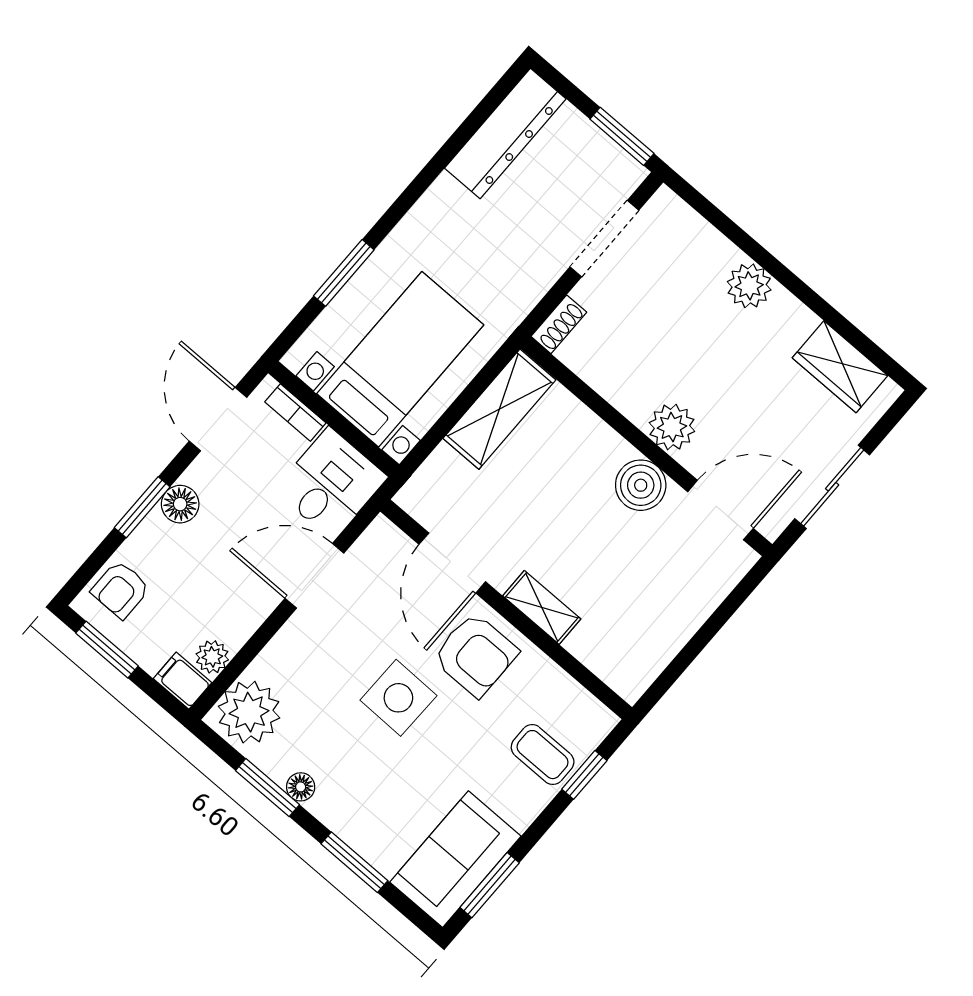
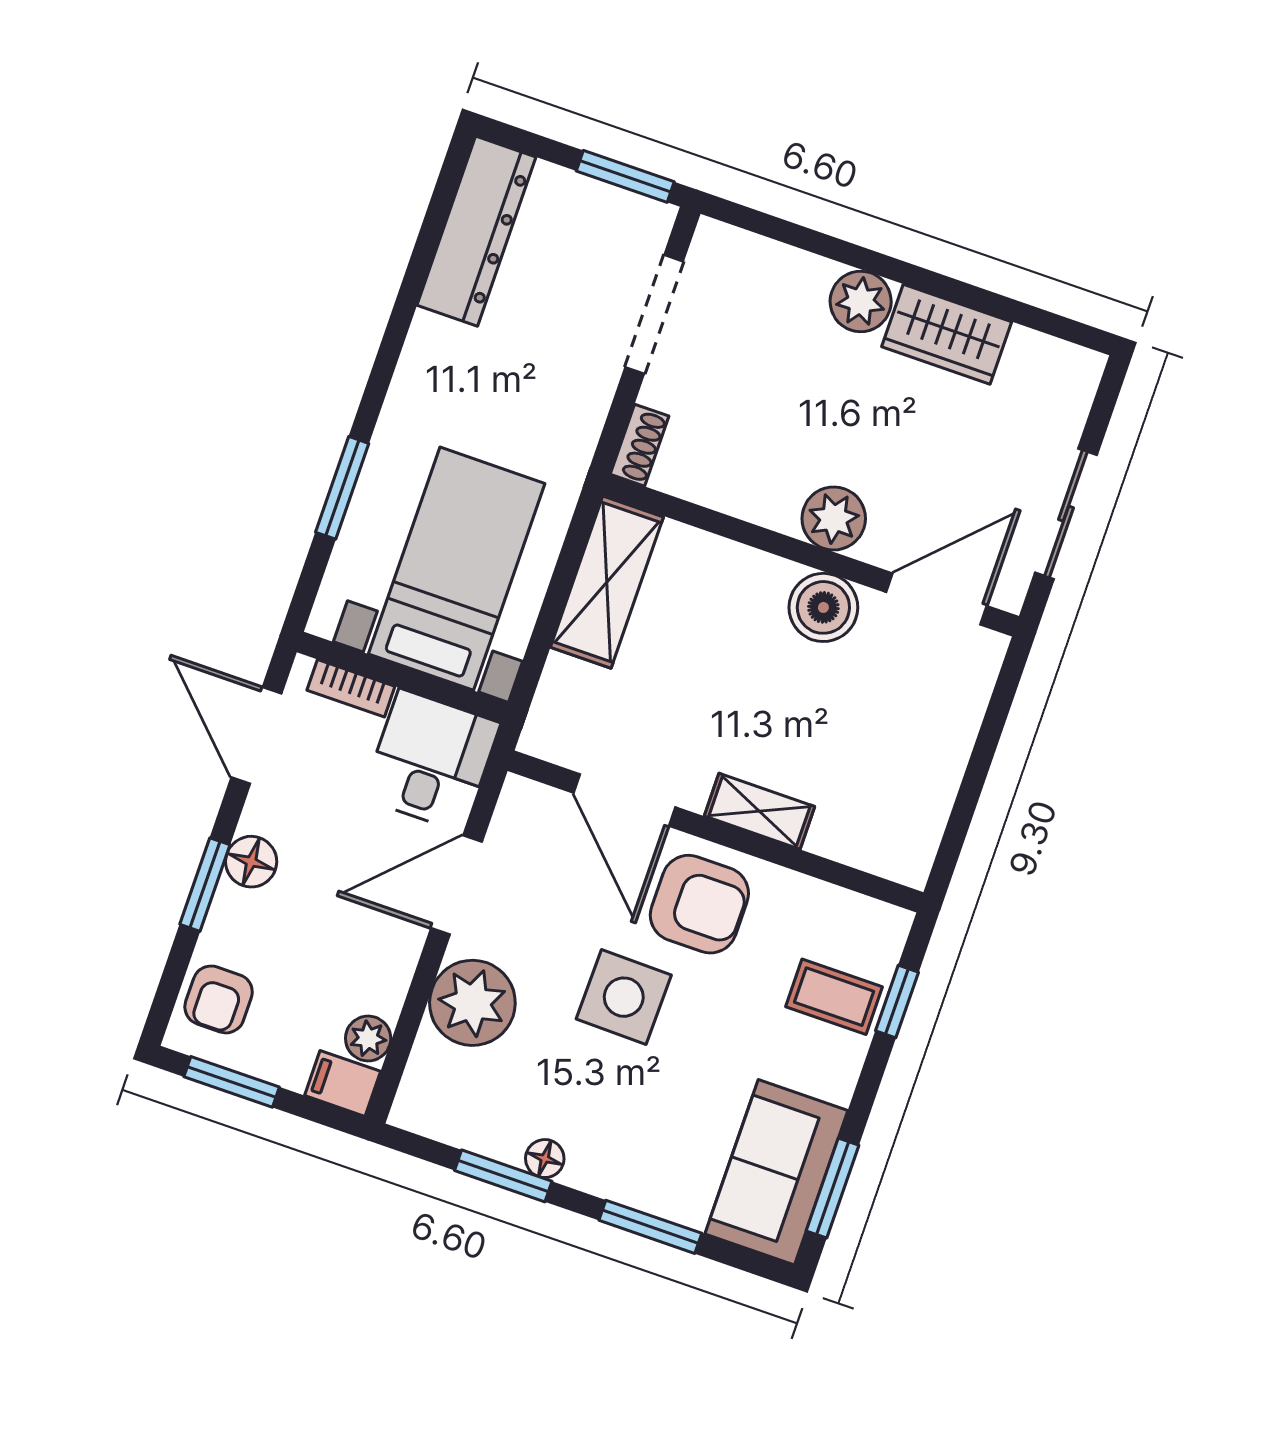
wardrobe: (840, 367) -> (947, 334), moved
plant: (249, 712) -> (472, 1003), moved

